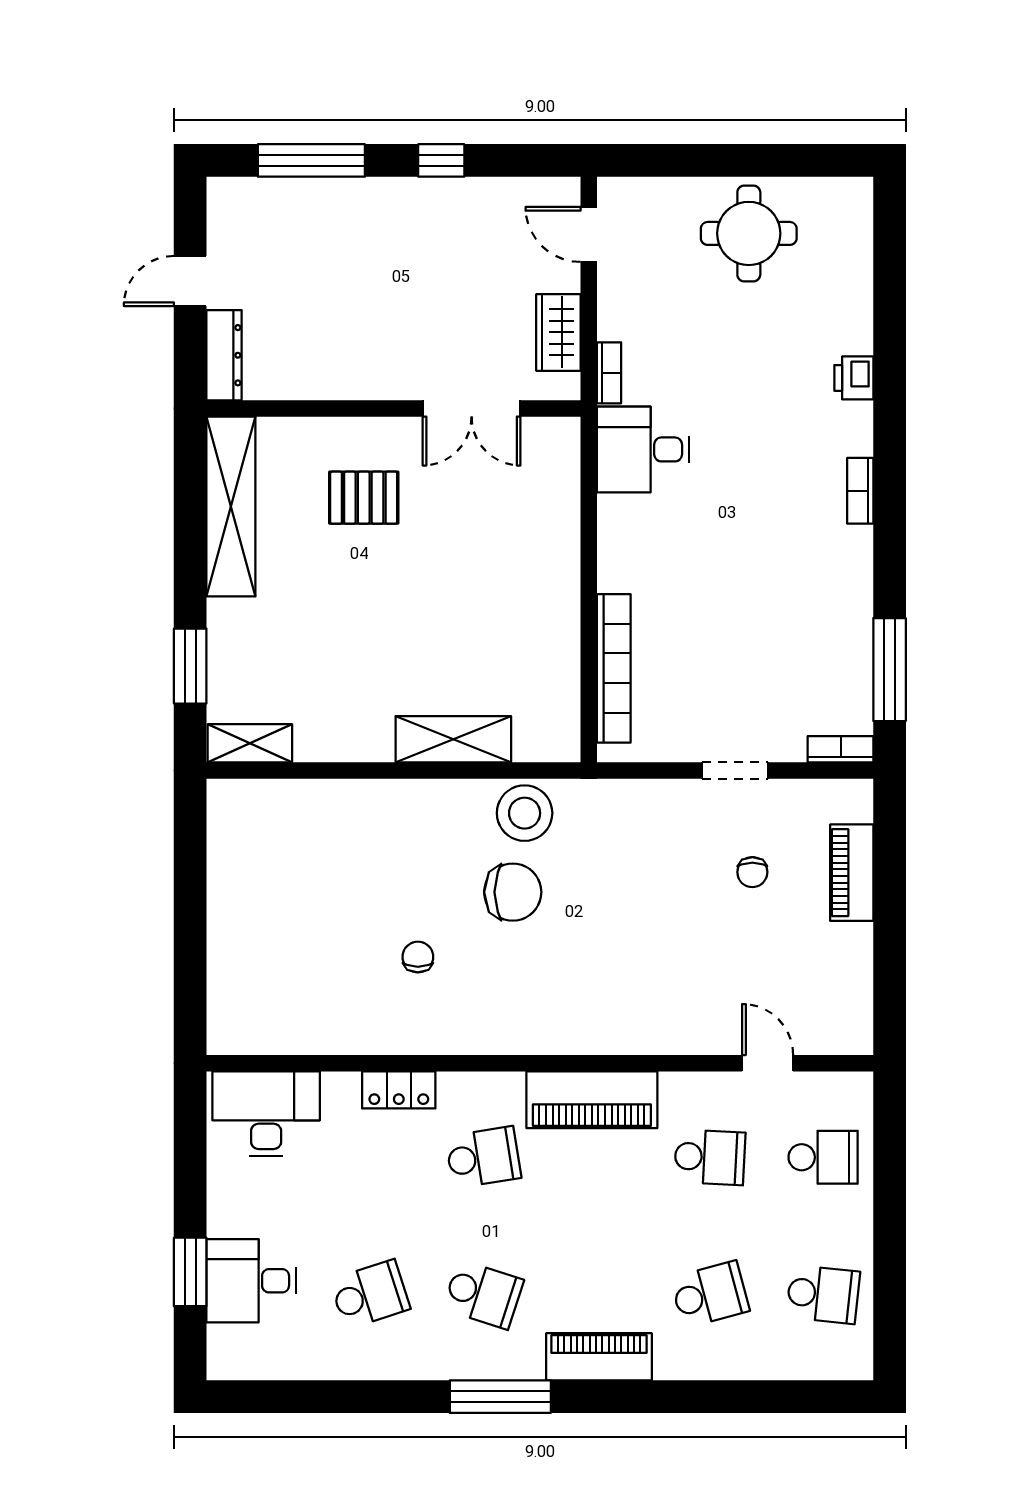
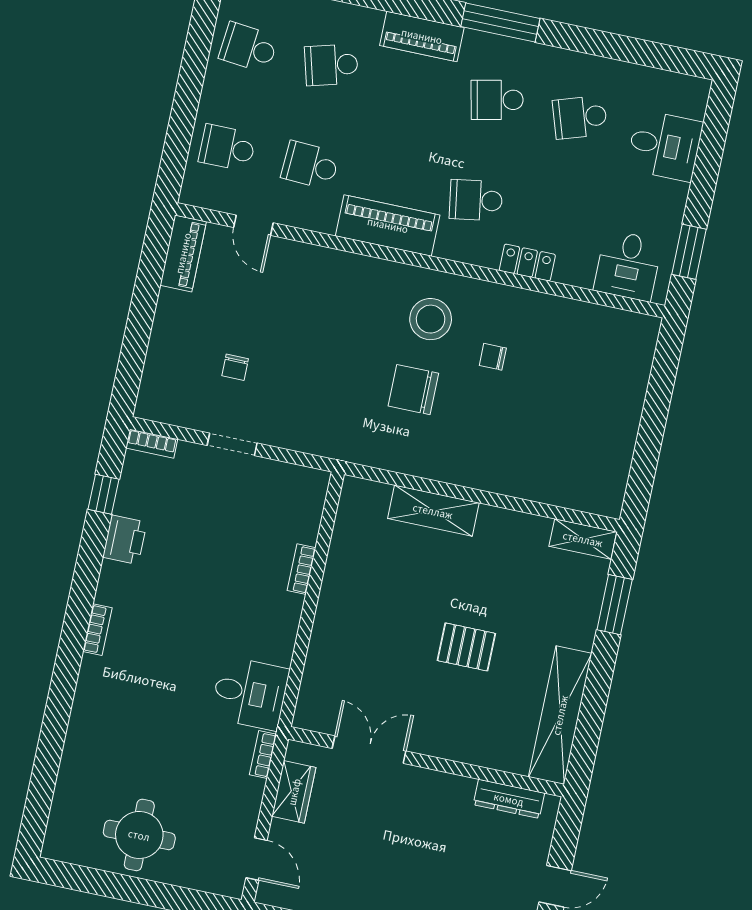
dresser: (224, 355) -> (509, 799), moved, turned -90
printer: (854, 378) -> (125, 540), moved, width x1.36, depth x1.24
pallet: (364, 498) -> (466, 647), moved
bookcase: (614, 668) -> (302, 569), width x0.43, depth x0.76
window: (890, 670) -> (104, 494), width x0.46
stool: (525, 813) -> (431, 319), moved
chair: (752, 872) -> (235, 367), turned 180
piano: (852, 873) -> (183, 253), moved
chair: (418, 957) -> (493, 357), turned 90
desk: (266, 1114) -> (628, 266), width x0.73
window: (190, 1272) -> (689, 252), moved
school desk: (483, 1294) -> (497, 100), turned -30

